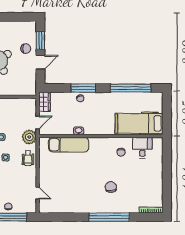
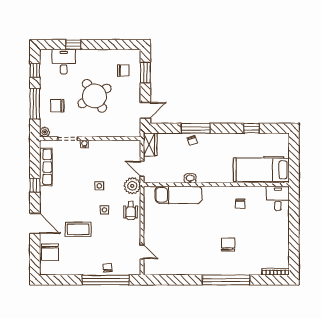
chair: (26, 49) -> (123, 71), moved
door: (40, 62) -> (145, 110), moved
window: (131, 88) -> (251, 128), width x0.32
door: (38, 123) -> (142, 169), swing flipped
desk: (142, 148) -> (278, 198), moved

